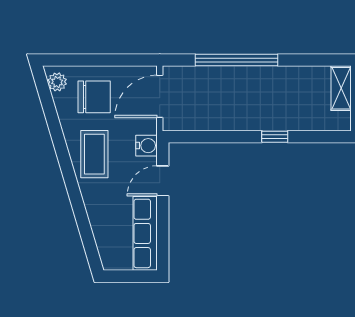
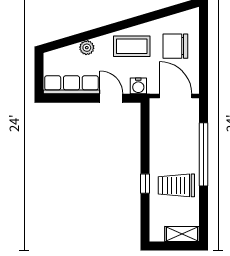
plant: (57, 82) -> (87, 48), moved
trolley: (277, 96) -> (176, 185), added
chair: (94, 97) -> (175, 46), turned 90

